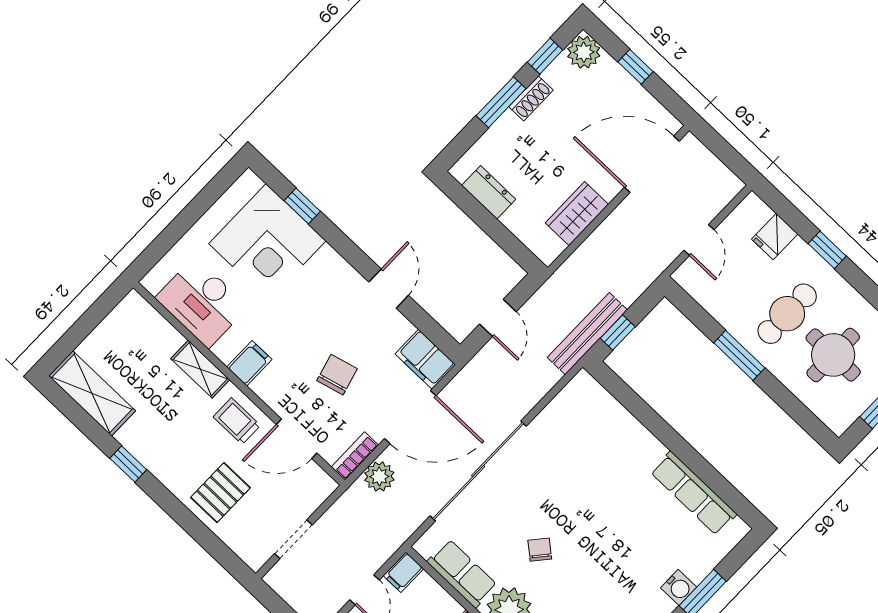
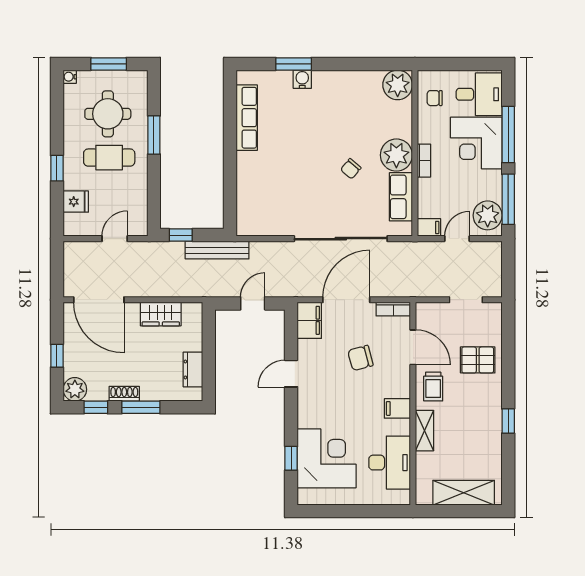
window: (618, 333) -> (181, 235), moved
window: (739, 355) -> (154, 135), moved
shelving: (92, 393) -> (464, 493), moved, turned 90
door: (410, 417) -> (346, 300), hinge flipped
plant: (379, 476) -> (392, 287), removed

